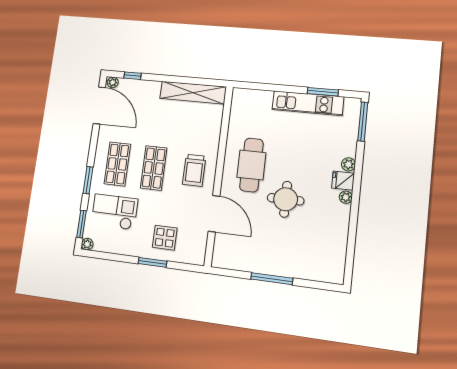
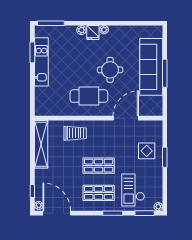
door: (99, 105) -> (57, 213), hinge flipped
trolley: (194, 170) -> (75, 133), moved
sofa: (283, 260) -> (151, 67), added

